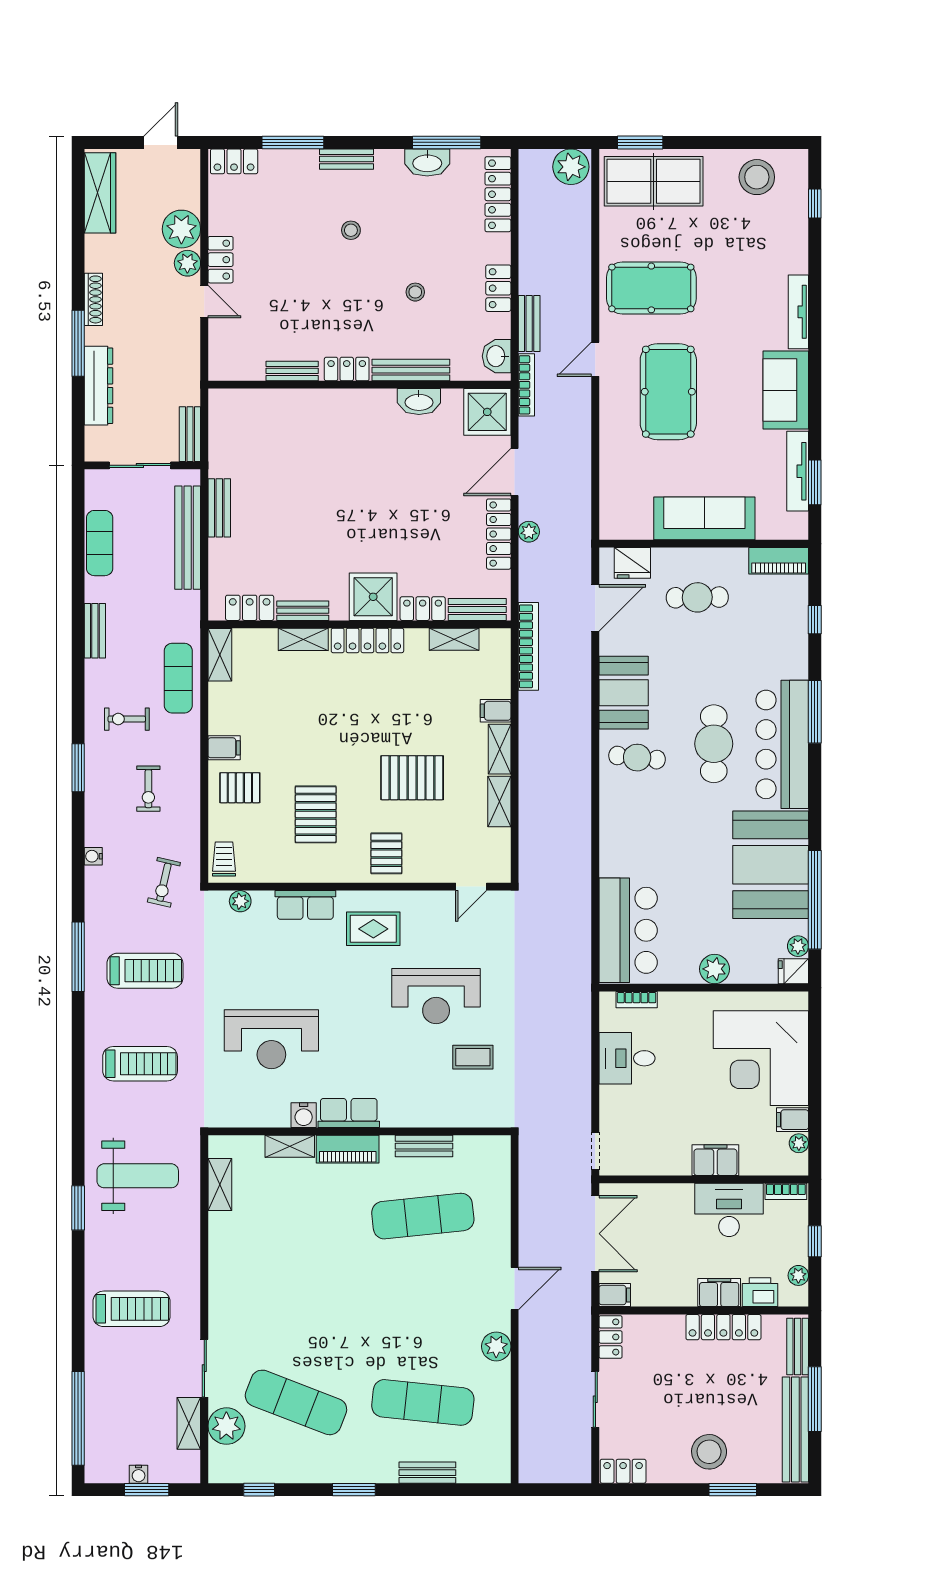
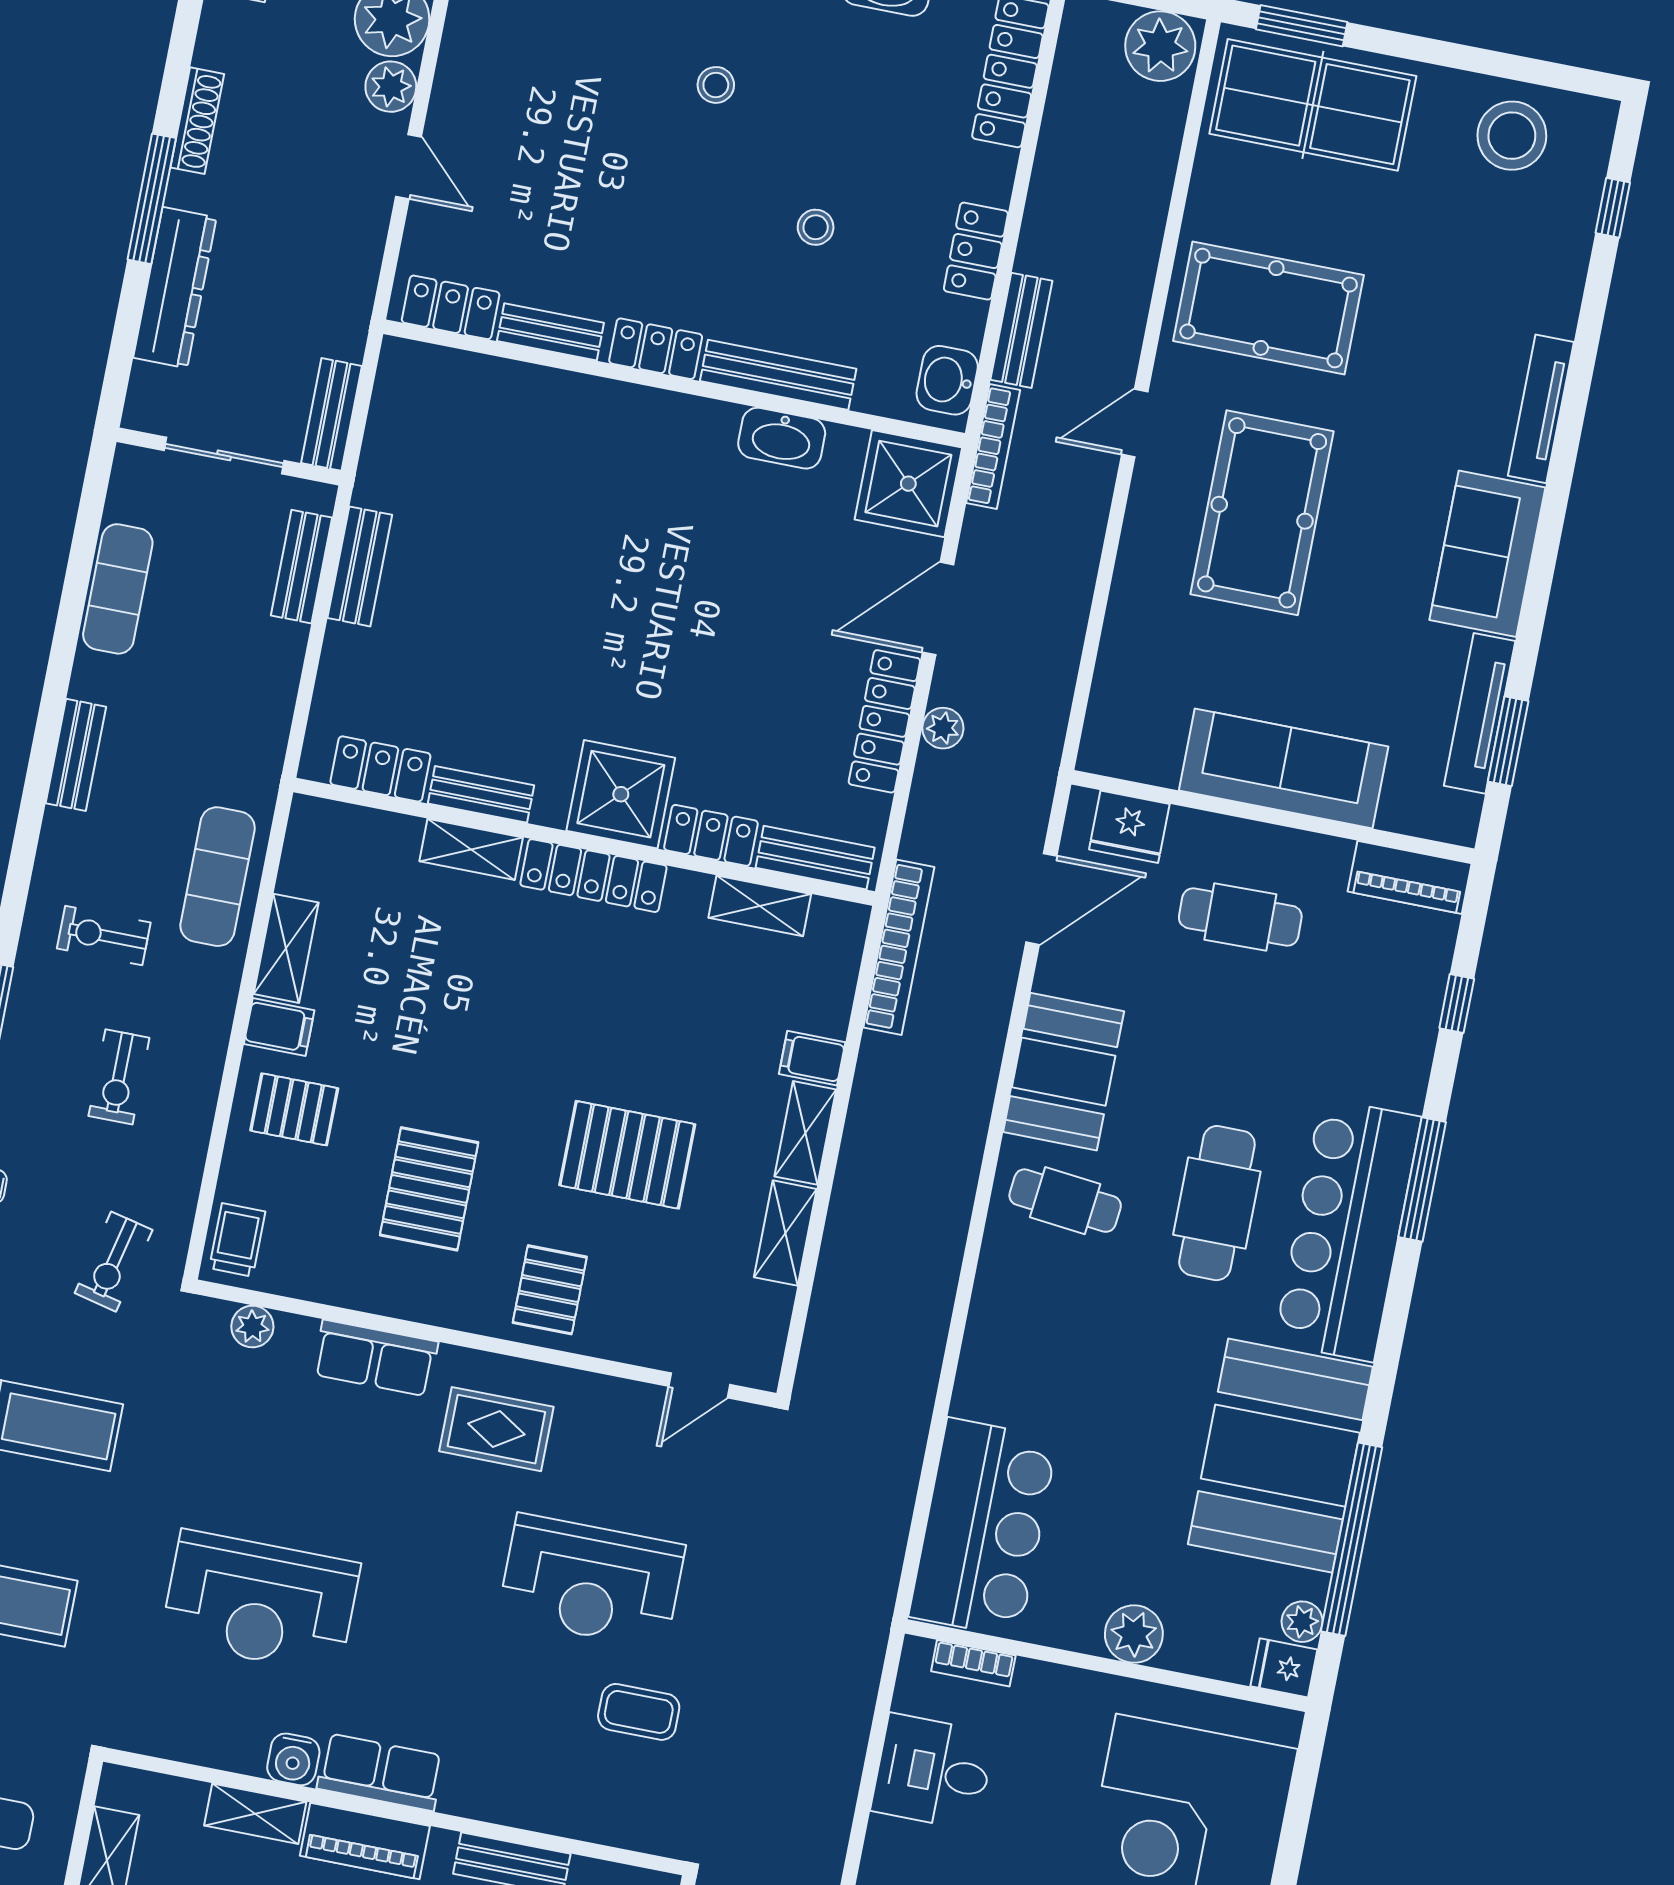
locker: (221, 260) -> (451, 307), moved, turned -90
bench: (188, 538) -> (301, 567), width x0.54, depth x0.82
shelving: (220, 655) -> (286, 948), moved

